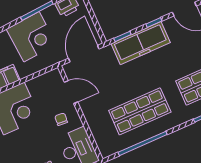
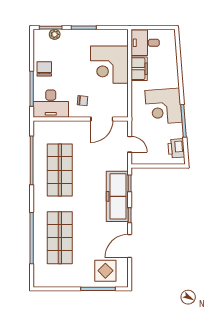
door: (84, 54) -> (130, 144), width x0.53

